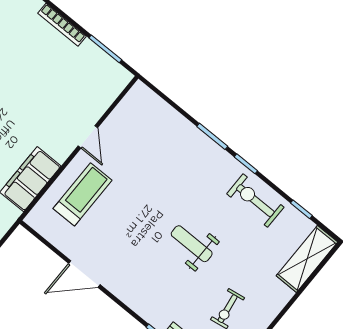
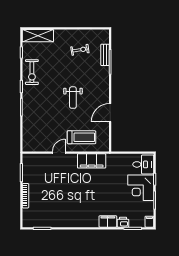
treadmill: (83, 194) -> (82, 137), turned 180
weight bench: (192, 244) -> (73, 98), moved
door: (84, 274) -> (110, 113), swing flipped

